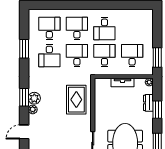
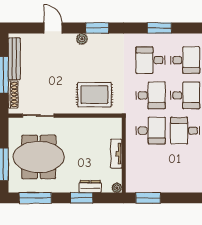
desk: (132, 56) -> (151, 166), removed
plant: (34, 98) -> (96, 41), removed

